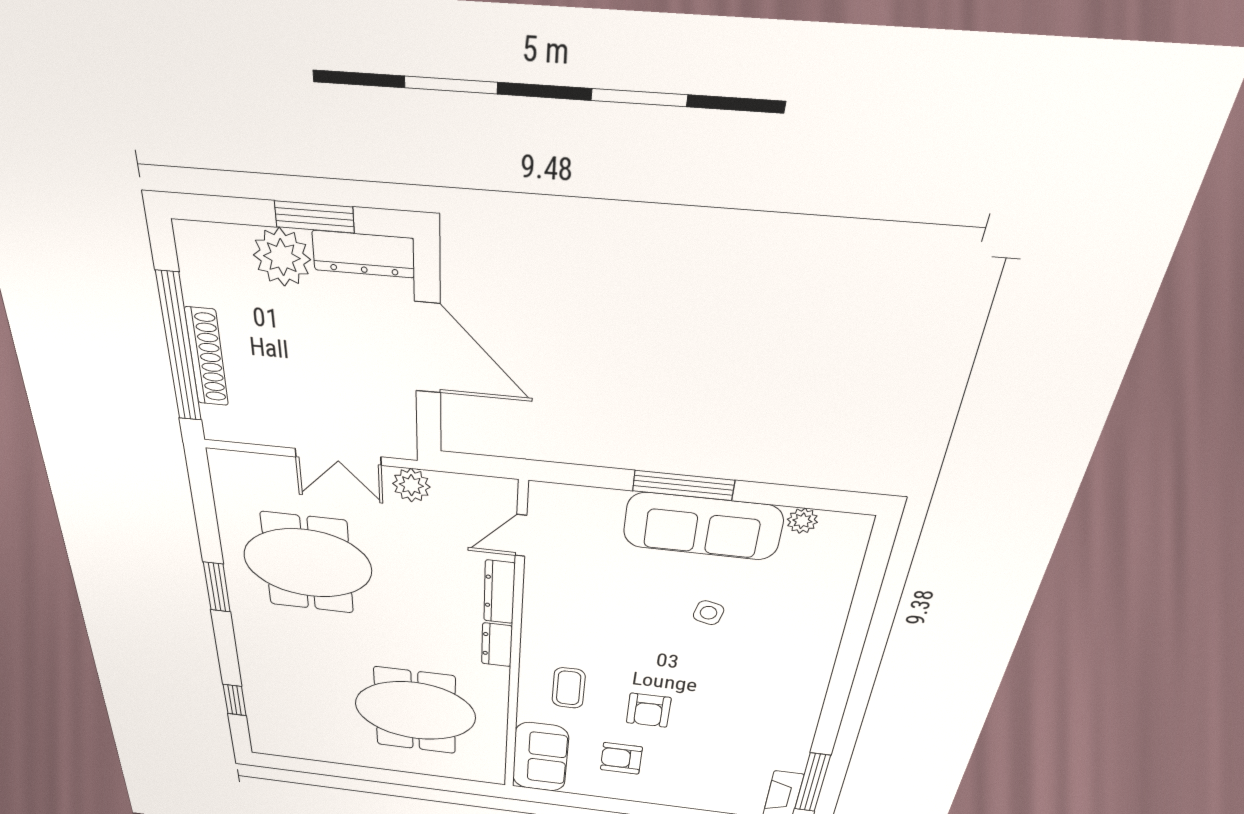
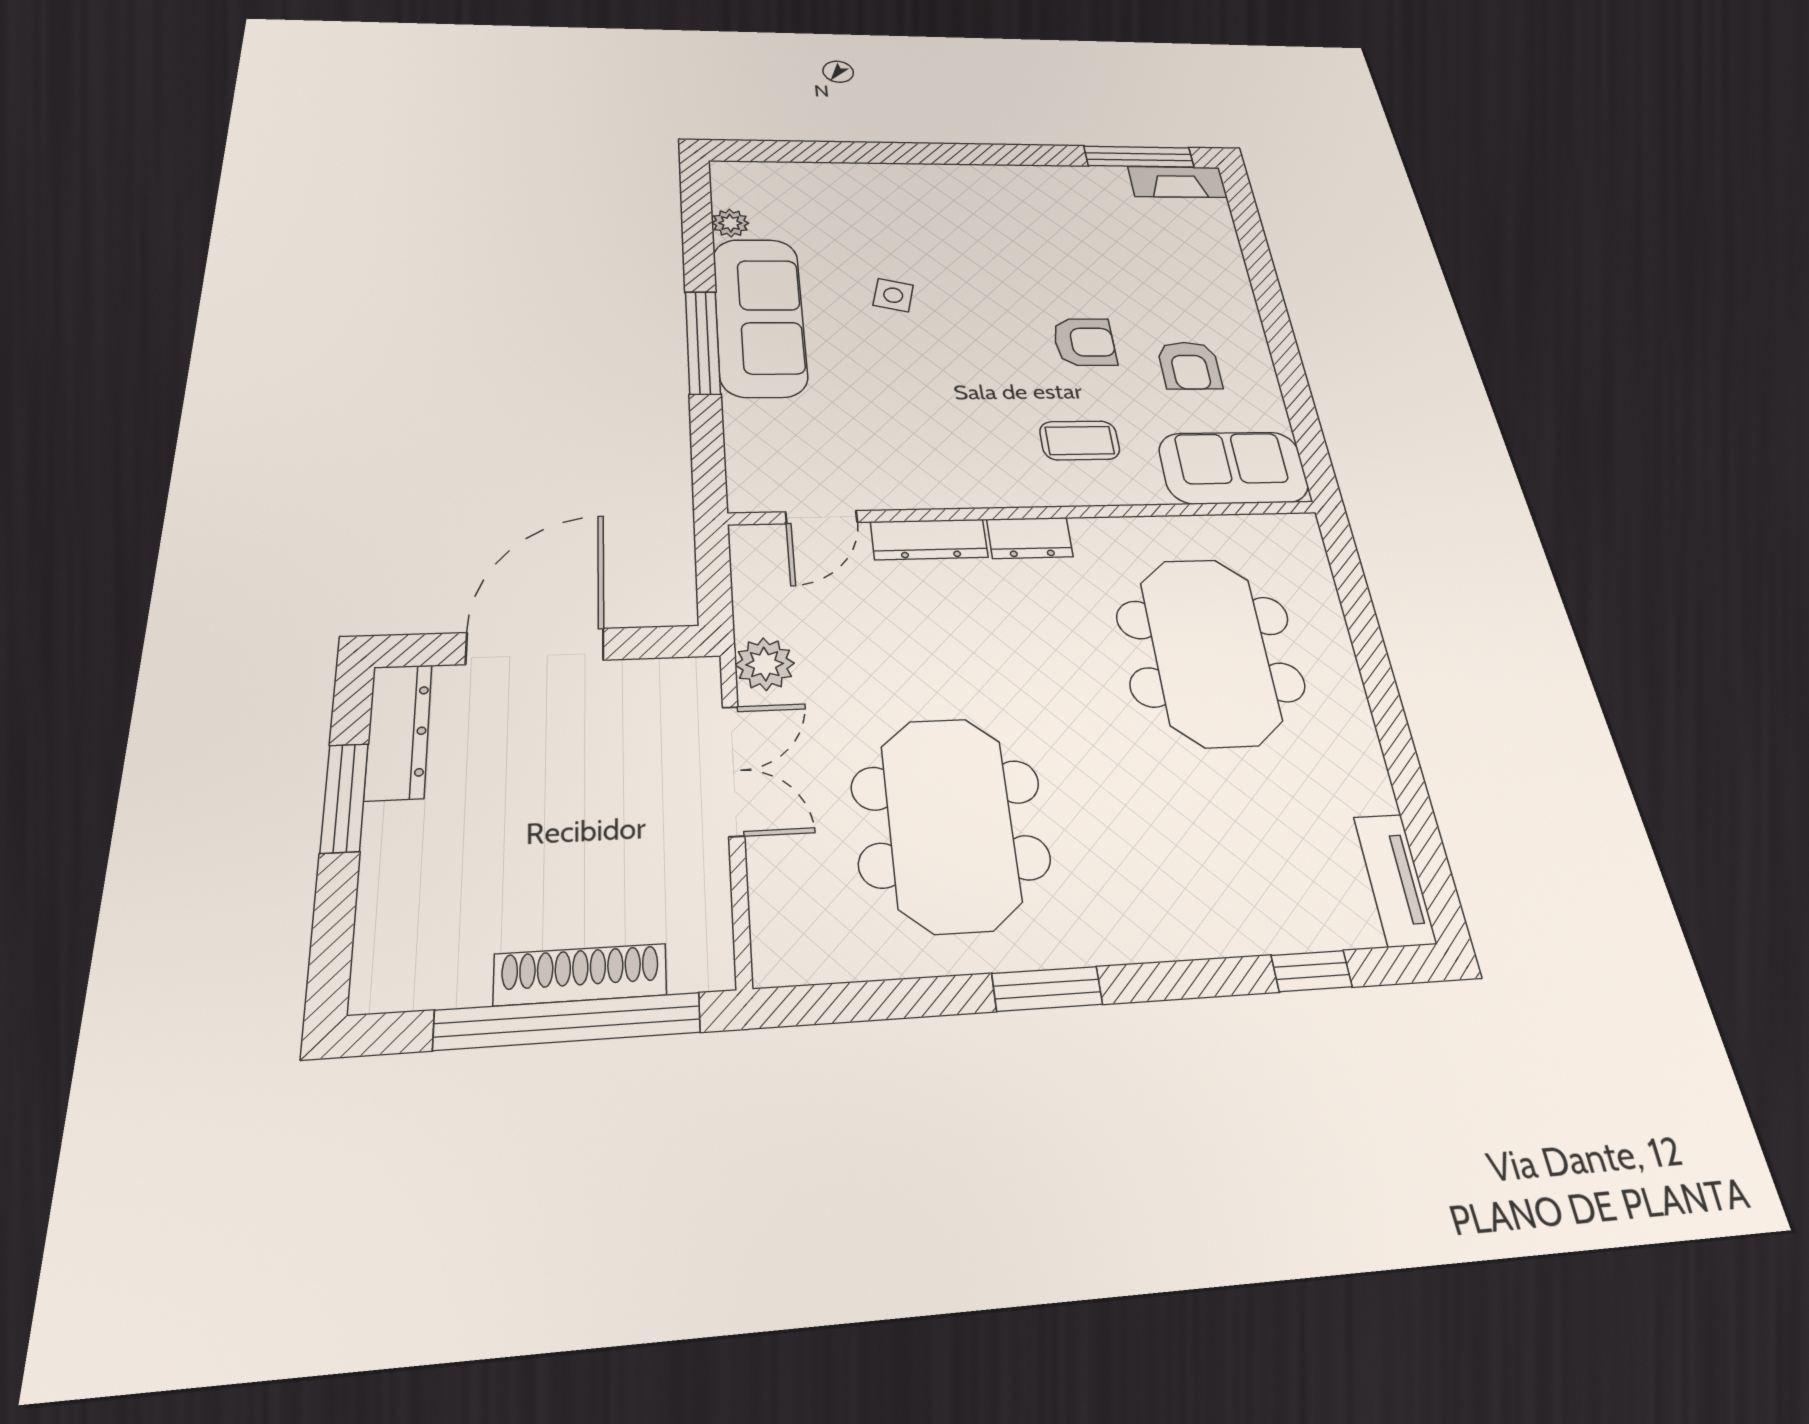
plant: (282, 257) -> (406, 846), removed
door: (521, 535) -> (821, 517), hinge flipped
tv unit: (284, 747) -> (1395, 880), added

